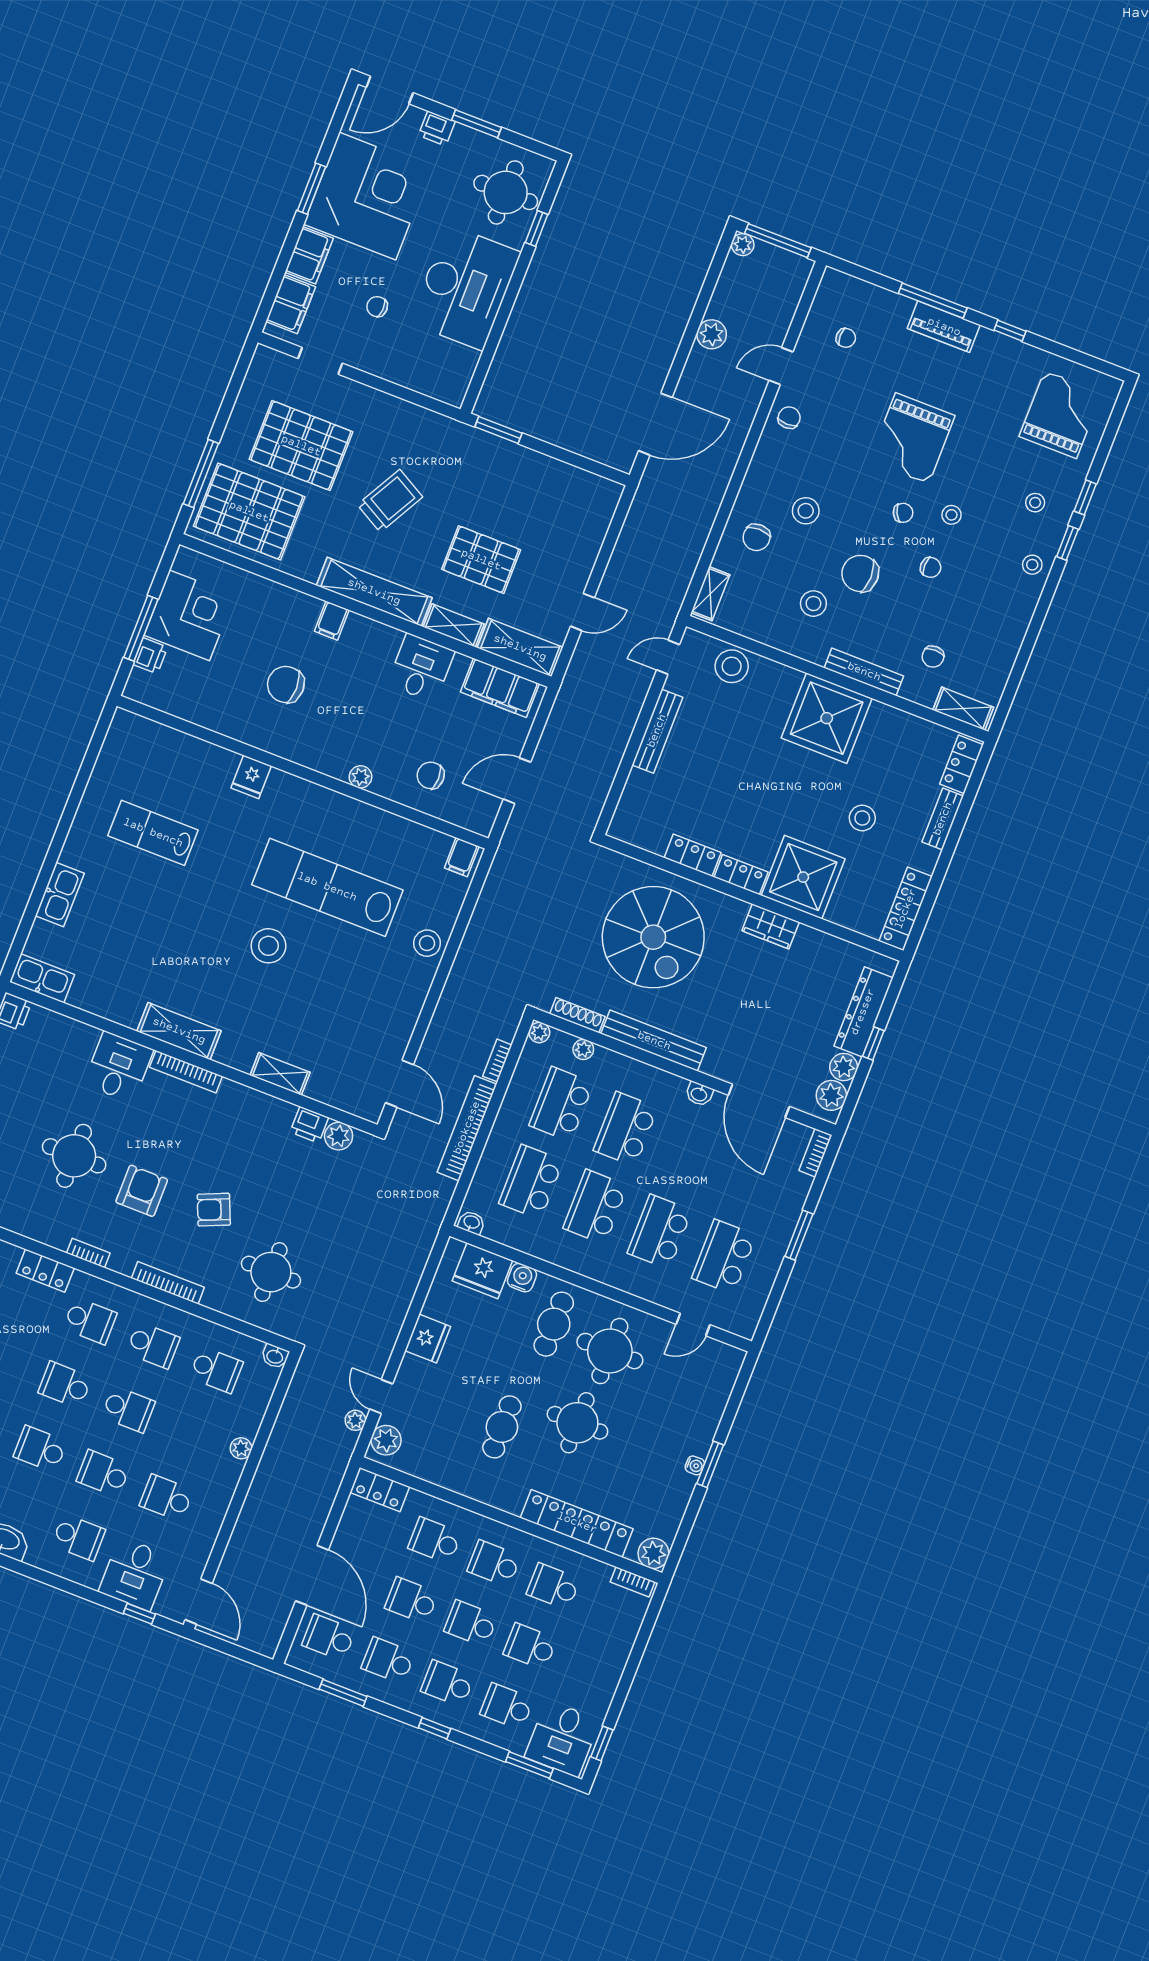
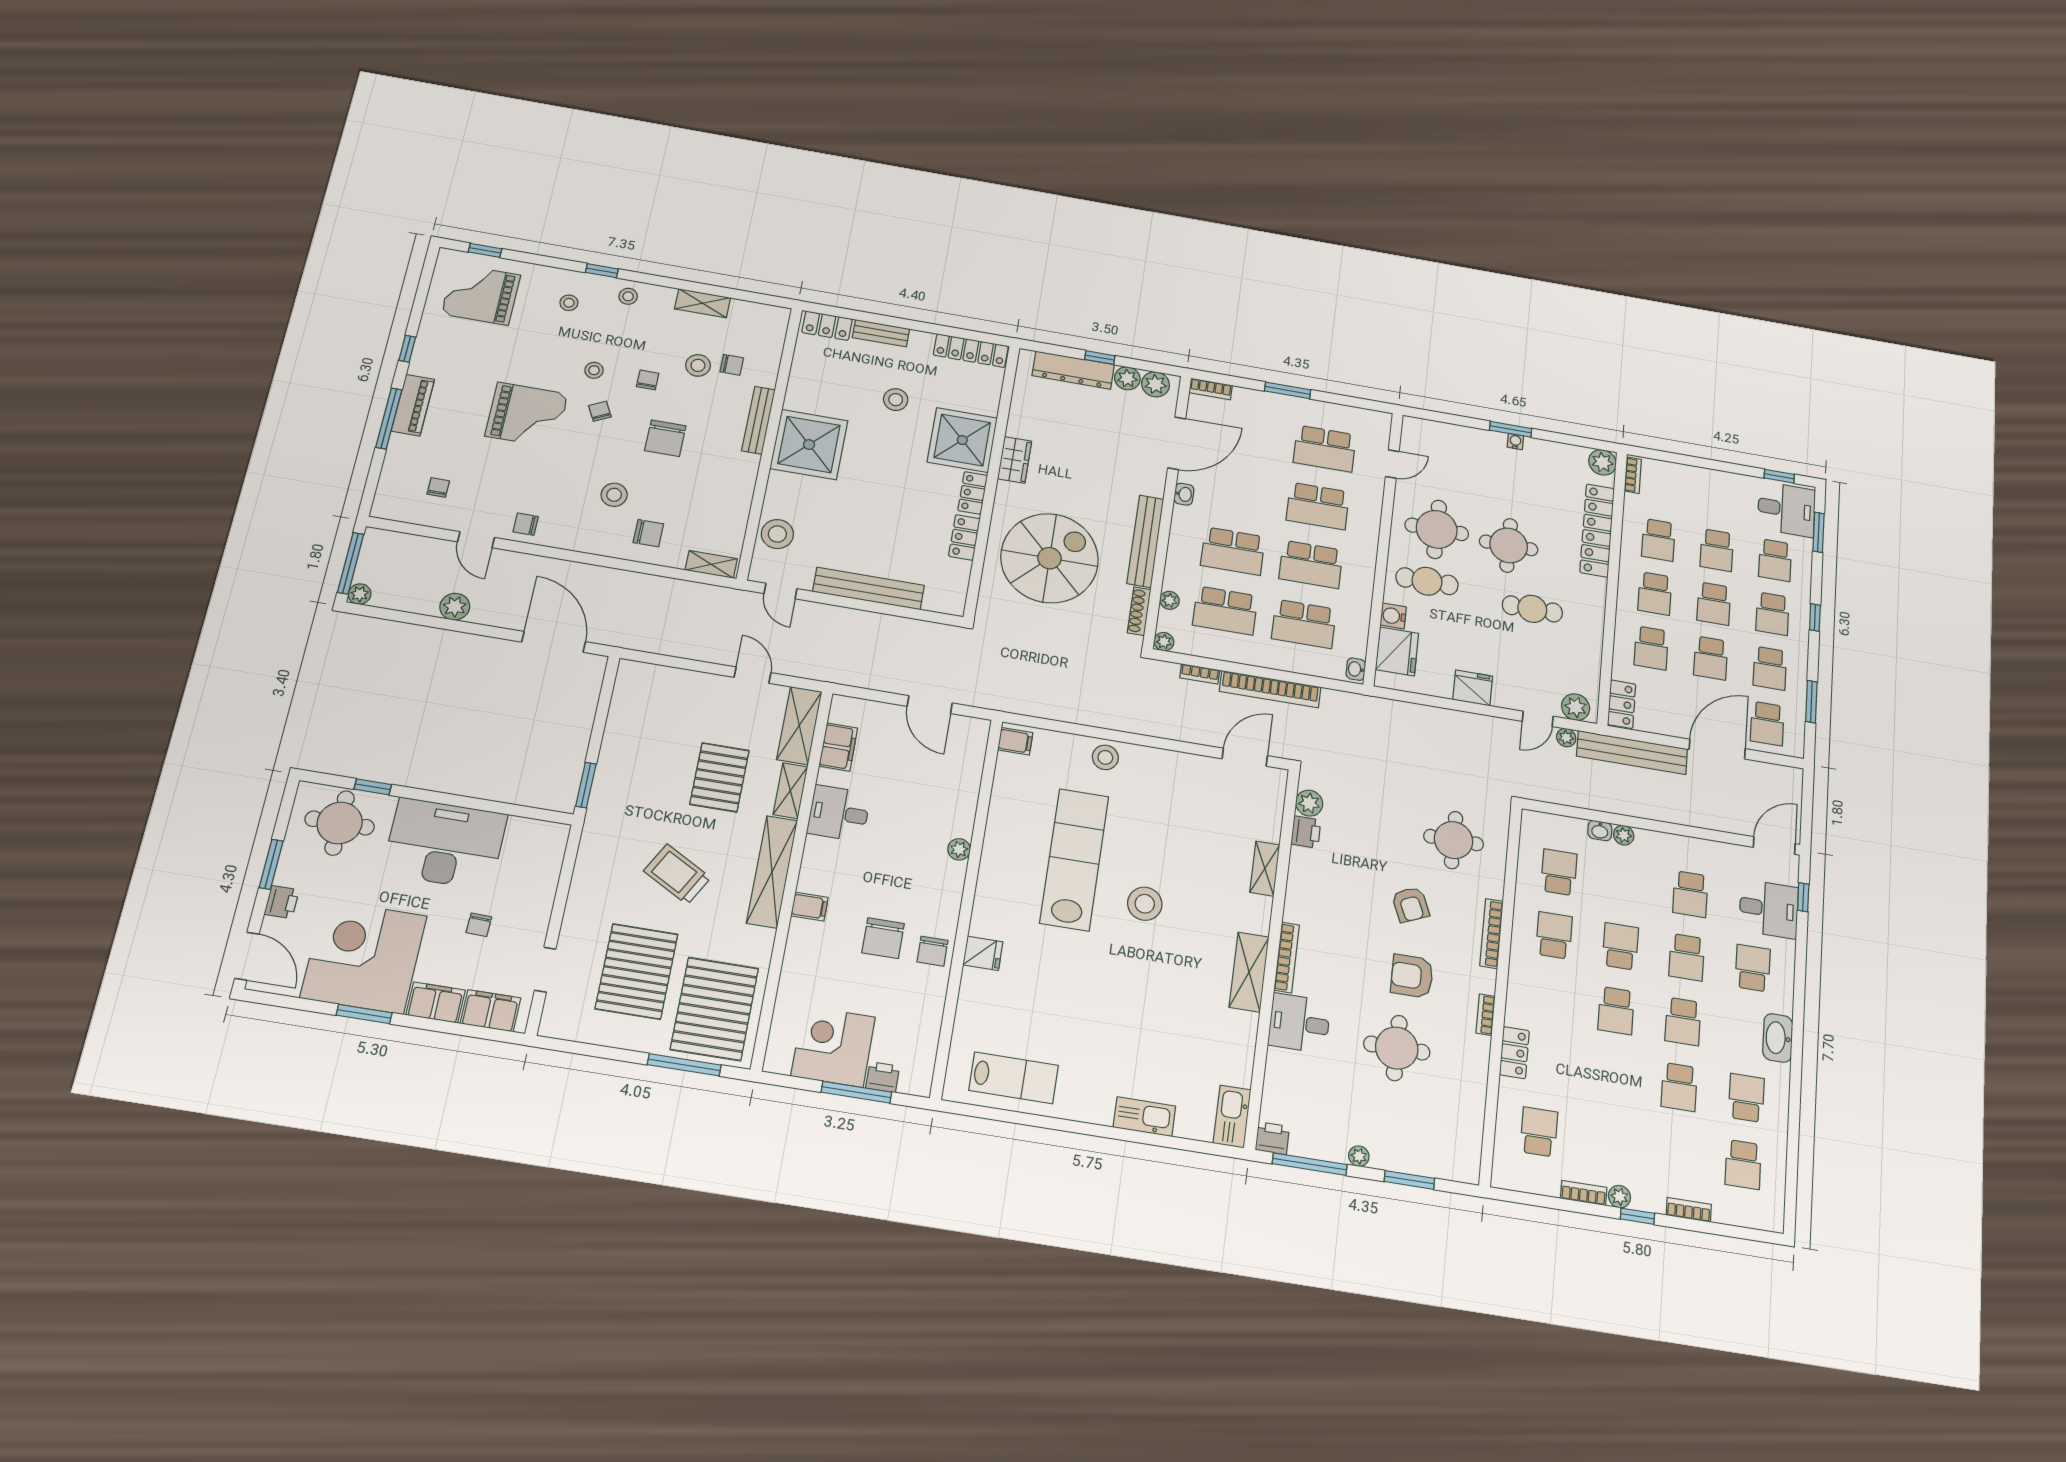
window: (1085, 497) -> (485, 250), moved
stool: (813, 604) -> (698, 365), moved
filing cabinet: (500, 688) -> (838, 747), width x0.67, depth x0.86
shelving: (963, 709) -> (702, 303), moved, turned 90
bench: (657, 731) -> (869, 588), width x1.37, depth x1.21
chair: (431, 775) -> (932, 951), moved
lab bench: (153, 833) -> (1014, 1078), moved, turned -90
lab bench: (327, 887) -> (1074, 859), turned 180
school desk: (90, 1321) -> (1549, 1000), removed
door: (693, 1325) -> (1392, 464), hinge flipped
washbasin: (275, 1356) -> (1600, 831), moved, turned 90
bench: (326, 1484) -> (1632, 753), added

